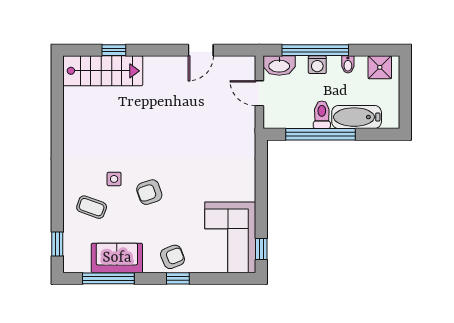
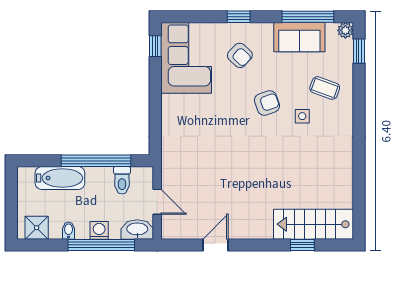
toilet: (322, 115) -> (122, 180), moved
armchair: (173, 257) -> (240, 55), moved, turned -115
plant: (71, 265) -> (345, 30), added

